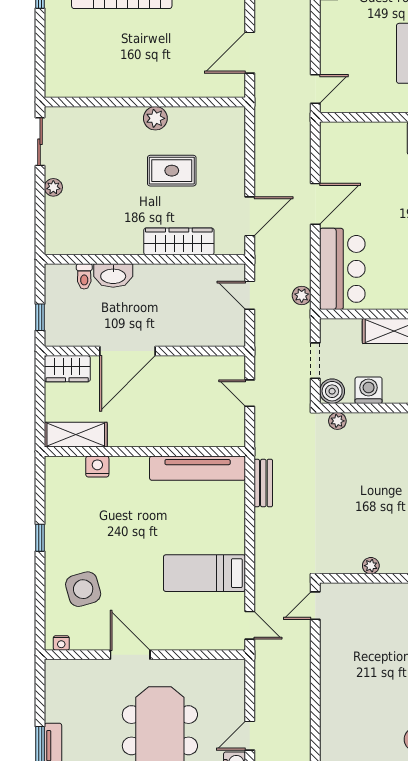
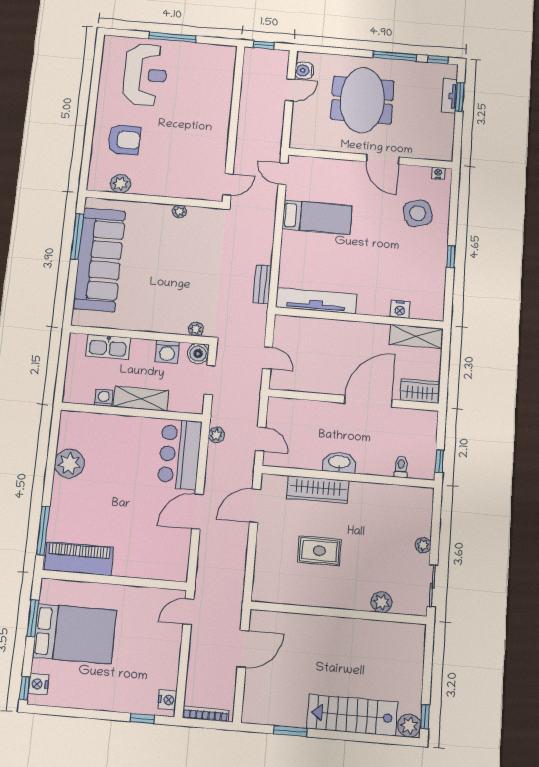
plant: (155, 118) -> (381, 602), moved
washbasin: (113, 276) -> (339, 462), moved
window: (40, 317) -> (439, 461), moved

